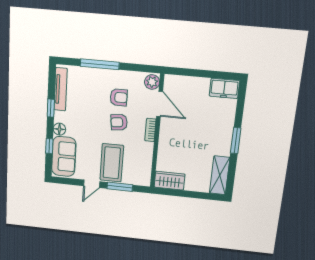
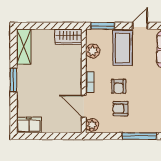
armchair: (119, 122) -> (119, 86), turned 97
plant: (144, 163) -> (93, 51), added
window: (120, 187) -> (103, 26), moved

